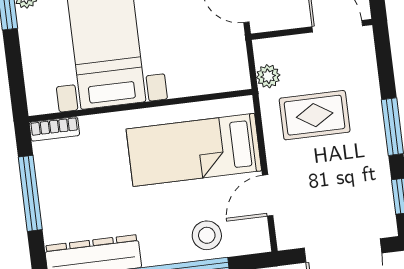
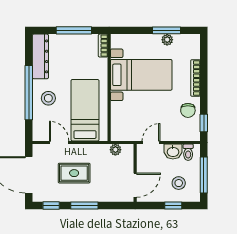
rug: (315, 115) -> (74, 173), moved, turned 90
stool: (207, 235) -> (48, 98), moved

